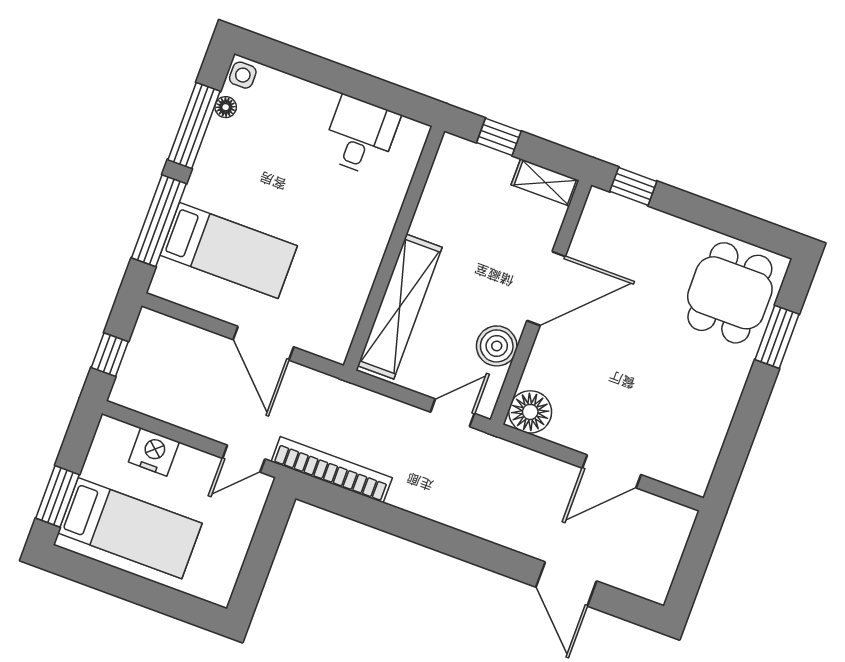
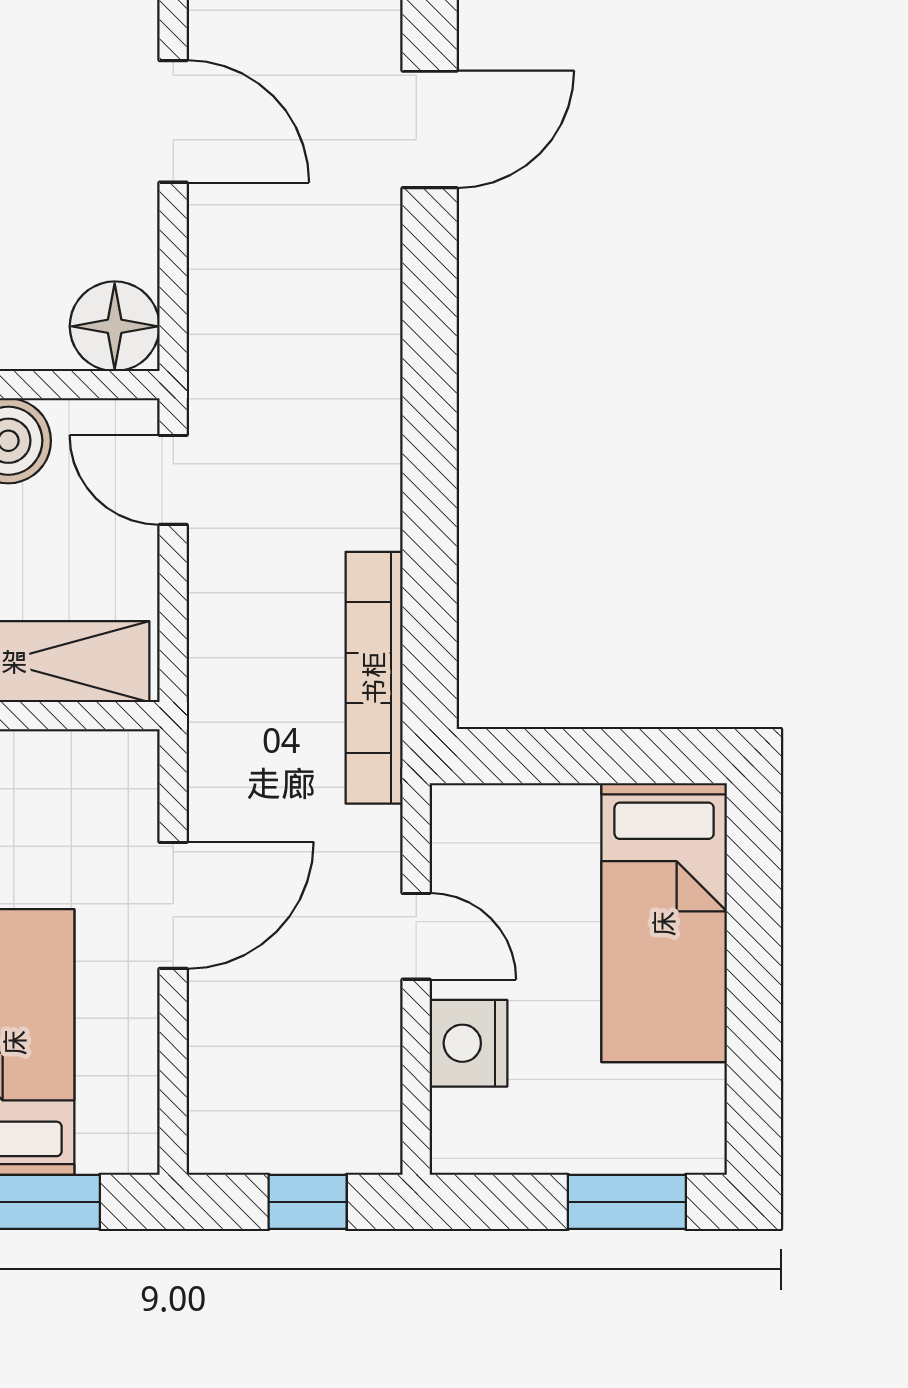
door: (244, 459) -> (416, 936), moved
bed: (130, 528) -> (664, 923), moved, turned 180

